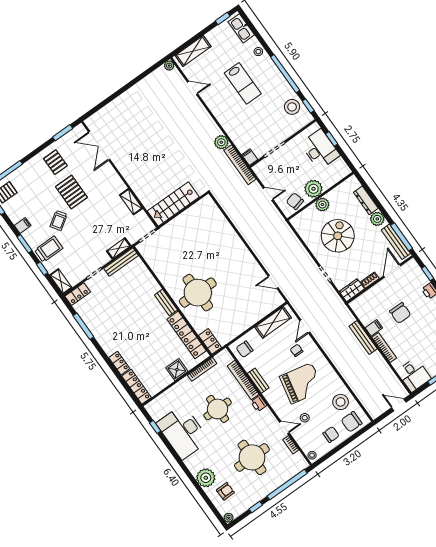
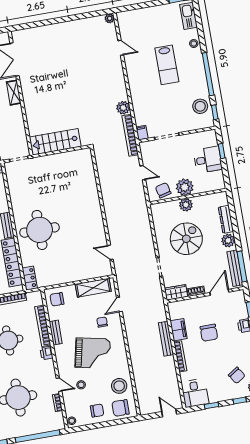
shelving: (193, 51) -> (137, 16), removed
desk: (320, 149) -> (208, 160), width x0.73
shelving: (131, 202) -> (14, 93), moved
filing cabinet: (374, 328) -> (179, 330), width x2.00

